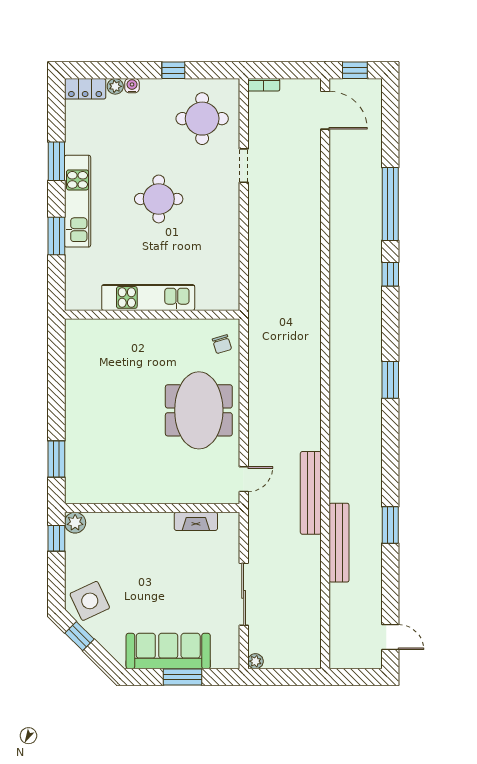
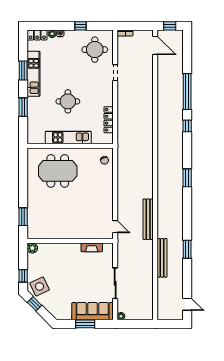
round table: (159, 199) -> (68, 101), moved
kitchen unit: (78, 201) -> (34, 74), moved
locker: (230, 261) -> (109, 120), added
meeting table: (199, 410) -> (58, 171), moved, turned 90
door: (244, 479) -> (115, 227), hinge flipped
bench: (311, 493) -> (148, 219), moved
window: (56, 538) -> (23, 276), moved
sofa: (168, 651) -> (93, 311), moved

